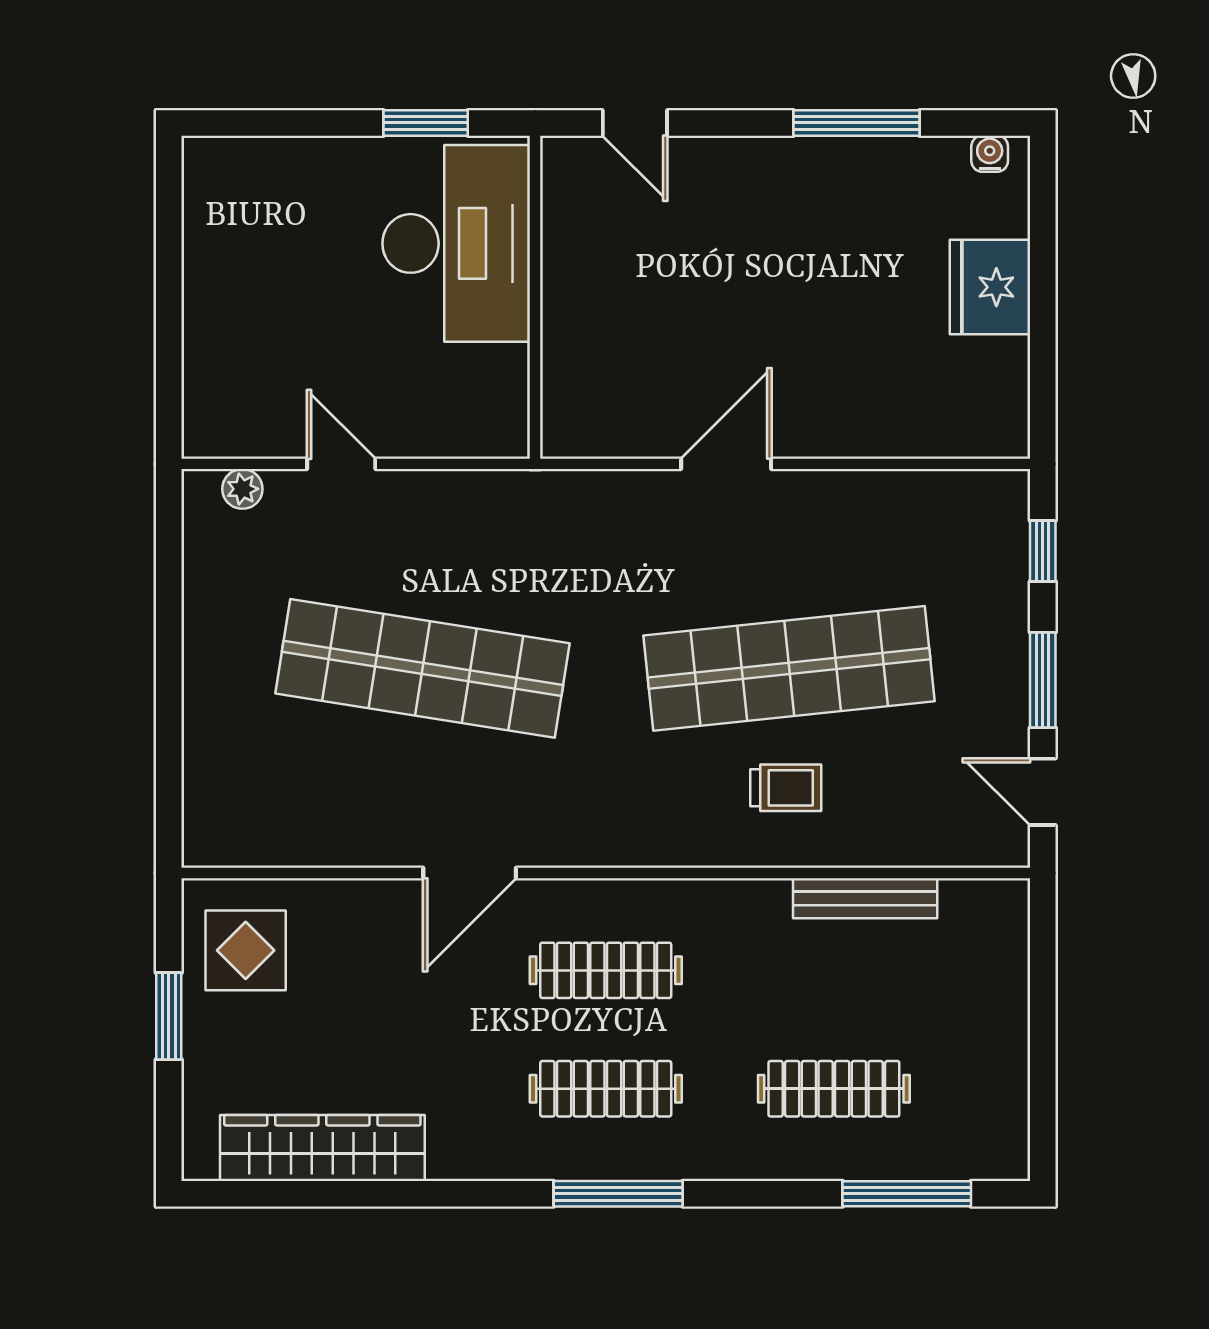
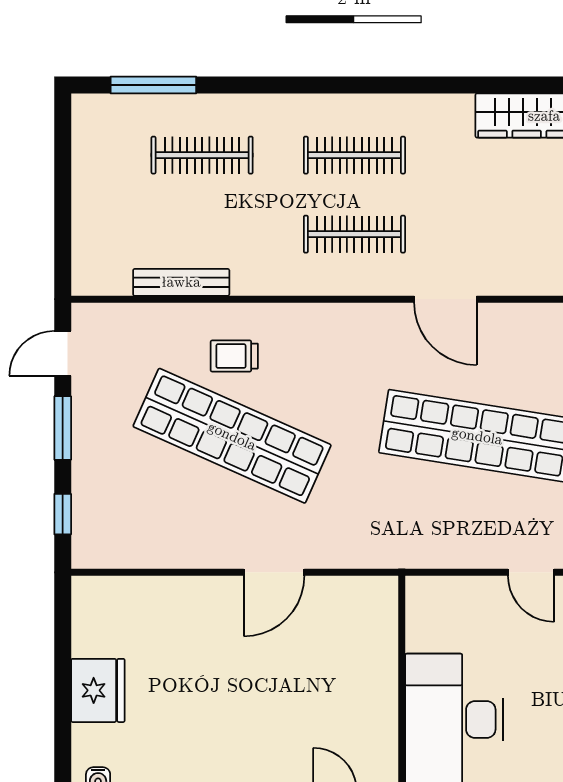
shop shelf: (789, 668) -> (232, 436), turned 30
door: (1043, 792) -> (63, 353), swing flipped
door: (470, 873) -> (445, 299), swing flipped
window: (618, 1194) -> (346, 85), removed

